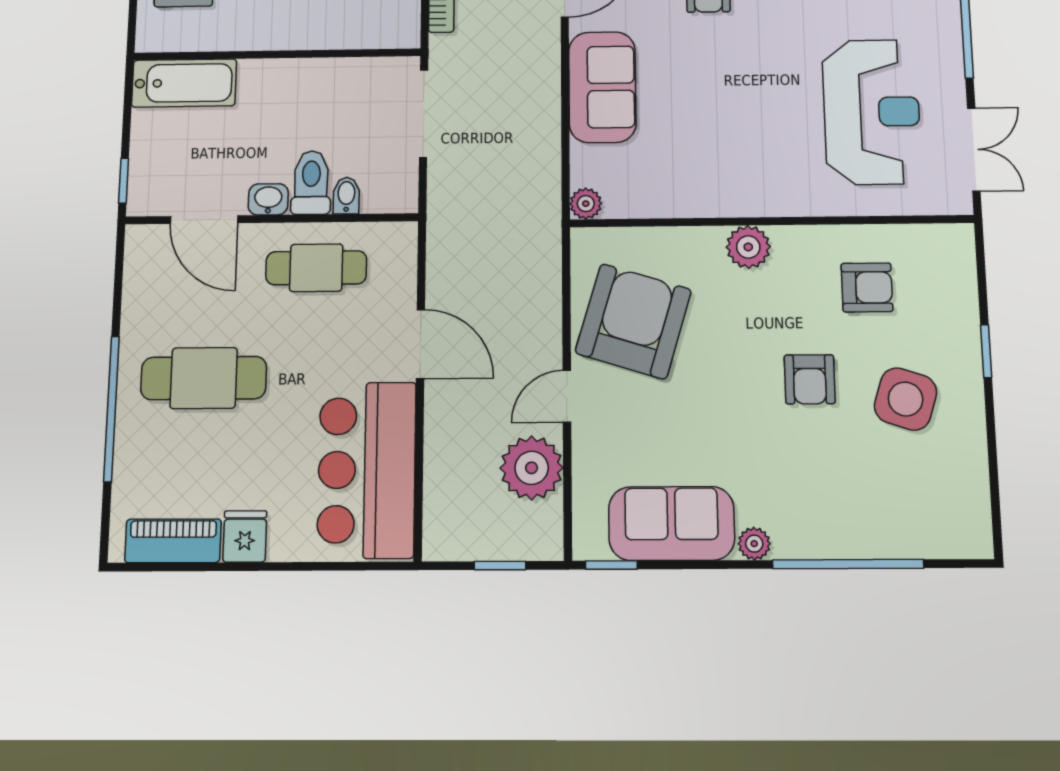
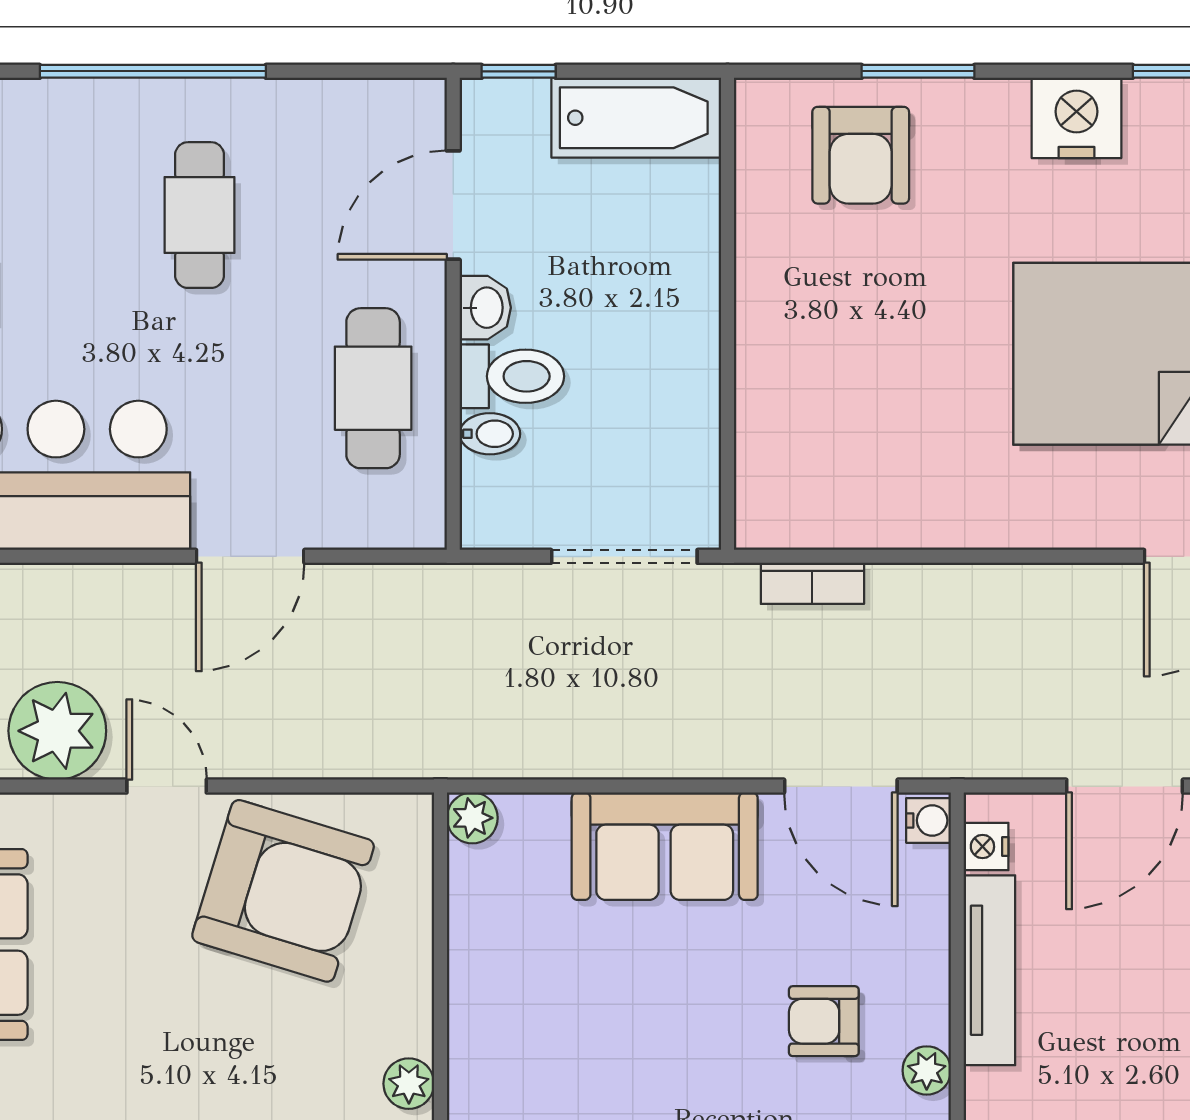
bathtub: (184, 83) -> (636, 118), moved, turned -90
plant: (748, 247) -> (409, 1084), width x0.73, depth x0.73
cafe table: (204, 378) -> (200, 215), width x0.73, depth x0.74

